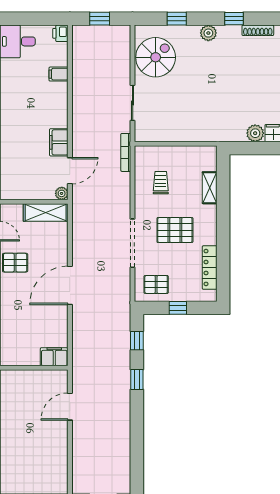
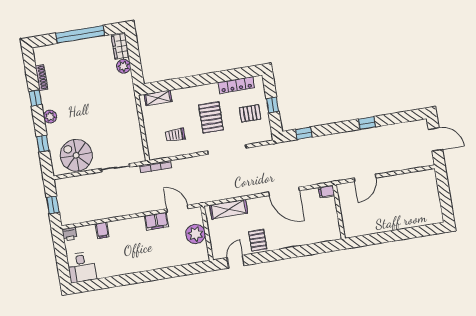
shelving: (210, 188) -> (158, 98), moved
plant: (62, 193) -> (196, 234), moved, width x1.88, depth x1.88
shelving: (46, 213) -> (229, 209), moved, turned 90
pallet: (156, 284) -> (250, 113), moved, turned 90
door: (70, 285) -> (284, 191), moved
filing cabinet: (54, 357) -> (327, 191), width x0.50
window: (137, 379) -> (367, 123), moved
door: (70, 407) -> (365, 178), hinge flipped

